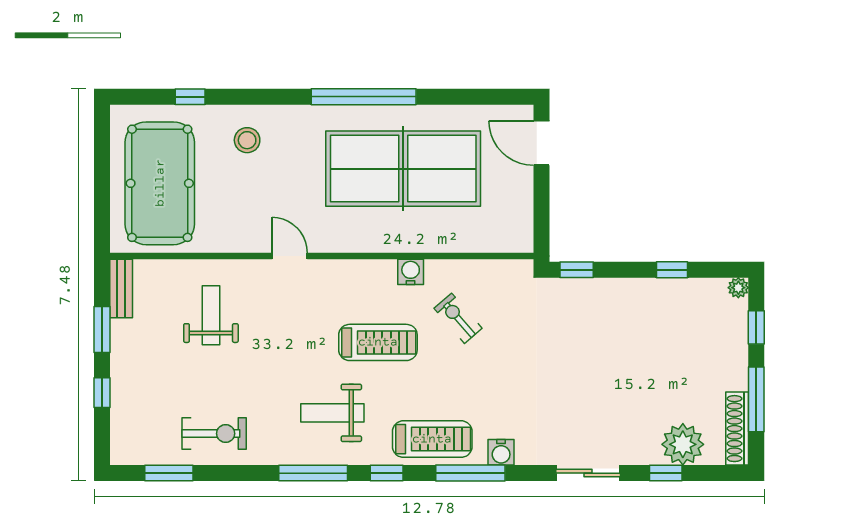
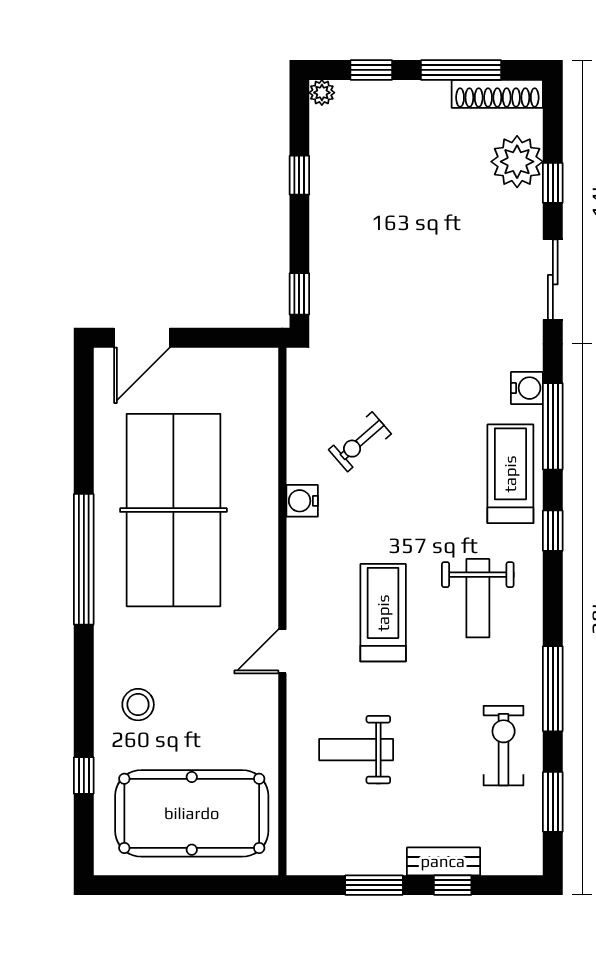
bench: (121, 289) -> (443, 861), moved
treadmill: (378, 342) -> (383, 613), moved
window: (313, 473) -> (553, 689), moved

